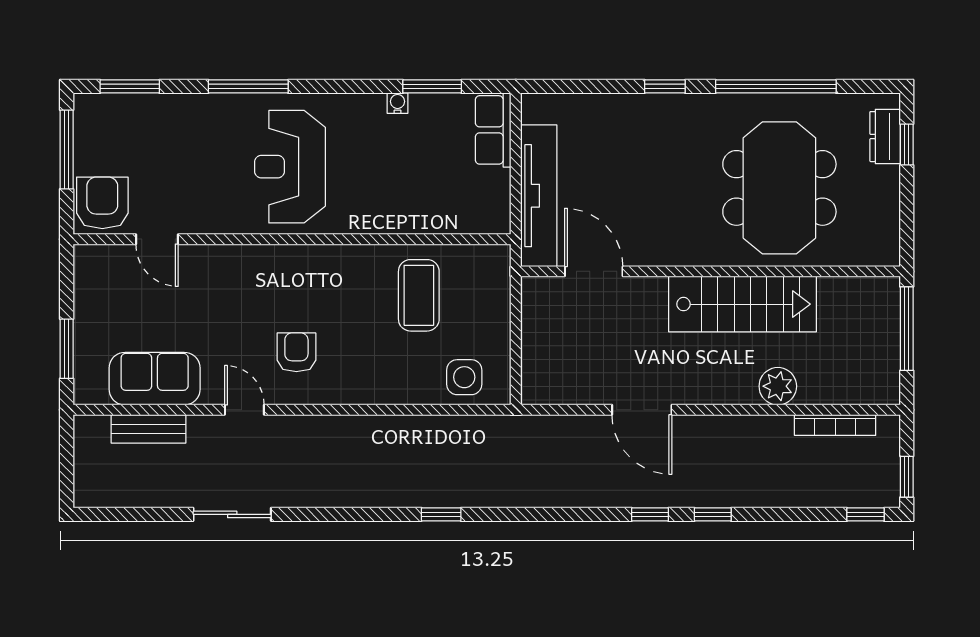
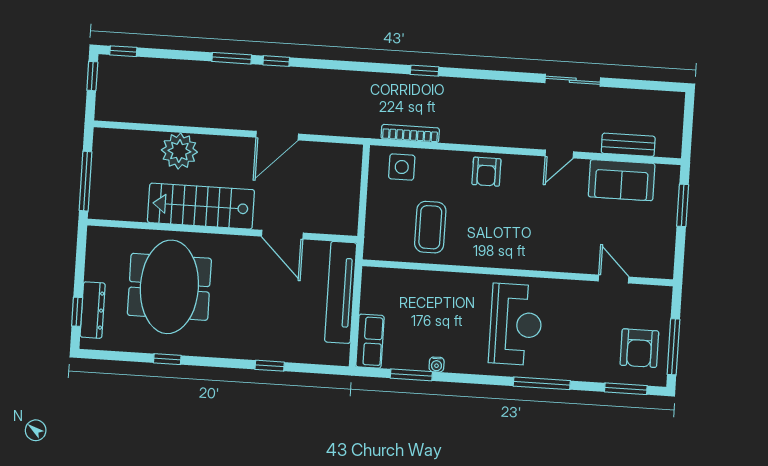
window: (665, 86) -> (270, 366), moved
window: (776, 86) -> (167, 359), width x0.32
dresser: (885, 137) -> (93, 310), width x1.44
armchair: (102, 203) -> (639, 348), moved
door: (594, 271) -> (282, 235), moved
armchair: (296, 352) -> (486, 172), moved
plant: (778, 386) -> (179, 151), width x1.36, depth x1.36
door: (244, 410) -> (559, 154), hinge flipped
door: (642, 410) -> (277, 136), swing flipped
bookcase: (835, 425) -> (410, 133), moved
window: (713, 514) -> (232, 58), width x1.50

